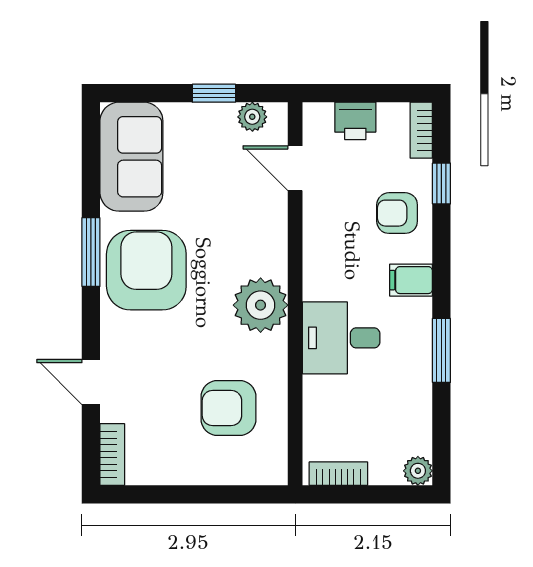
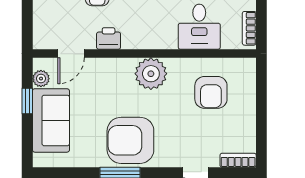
printer: (355, 121) -> (109, 38), moved, turned -90
sofa: (131, 157) -> (51, 120), moved, turned 90
desk: (341, 338) -> (199, 27), moved

